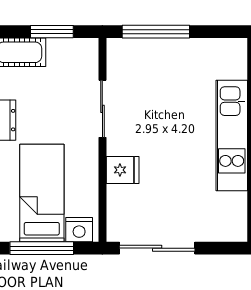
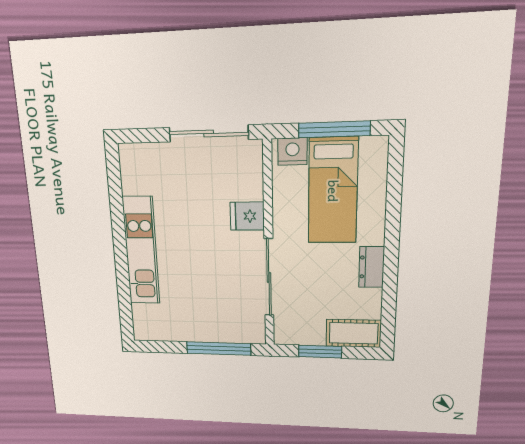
sliding door: (102, 109) -> (269, 277), width x1.37

